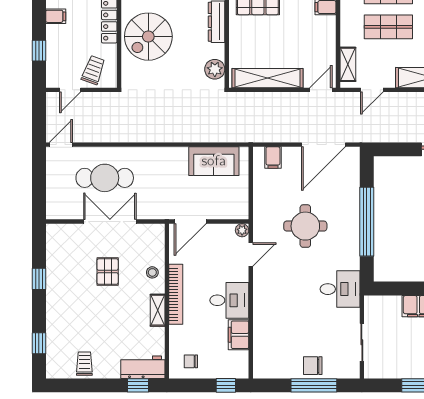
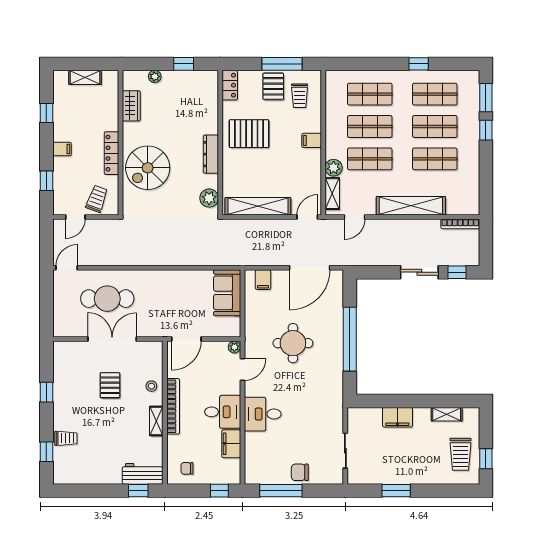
plant: (349, 36) -> (334, 168), added
sofa: (214, 161) -> (227, 293), moved, turned 90
desk: (340, 289) -> (263, 414), moved, turned 180
trolley: (84, 364) -> (66, 438), moved, turned 90
window: (314, 385) -> (281, 491), moved

